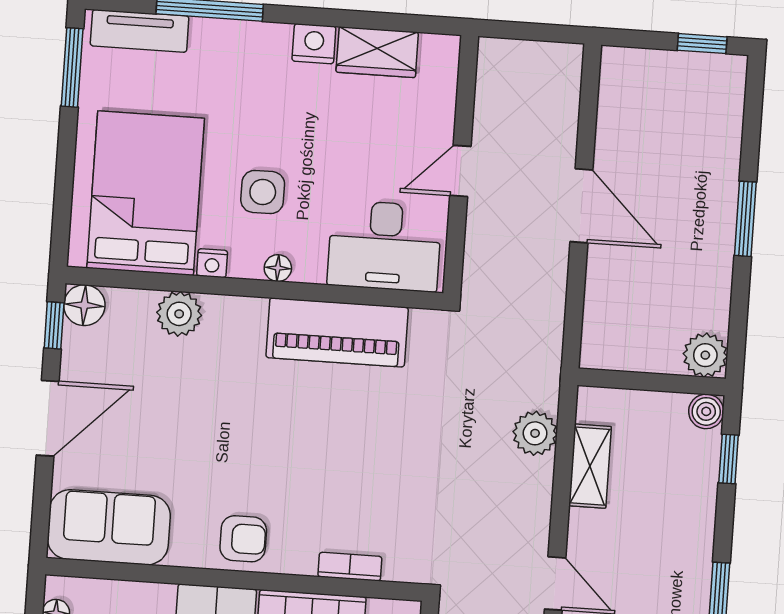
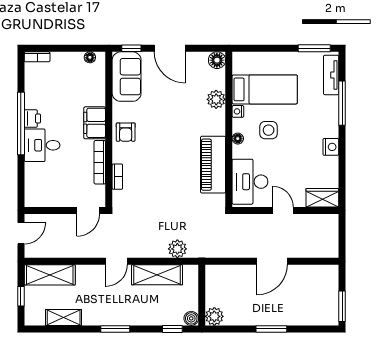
window: (702, 44) -> (342, 306), width x1.50
wardrobe: (377, 52) -> (322, 198), moved, turned 90
bed: (146, 193) -> (265, 89), width x0.67
window: (54, 325) -> (131, 48), moved
shelving: (590, 466) -> (157, 275), width x1.50, depth x1.33

